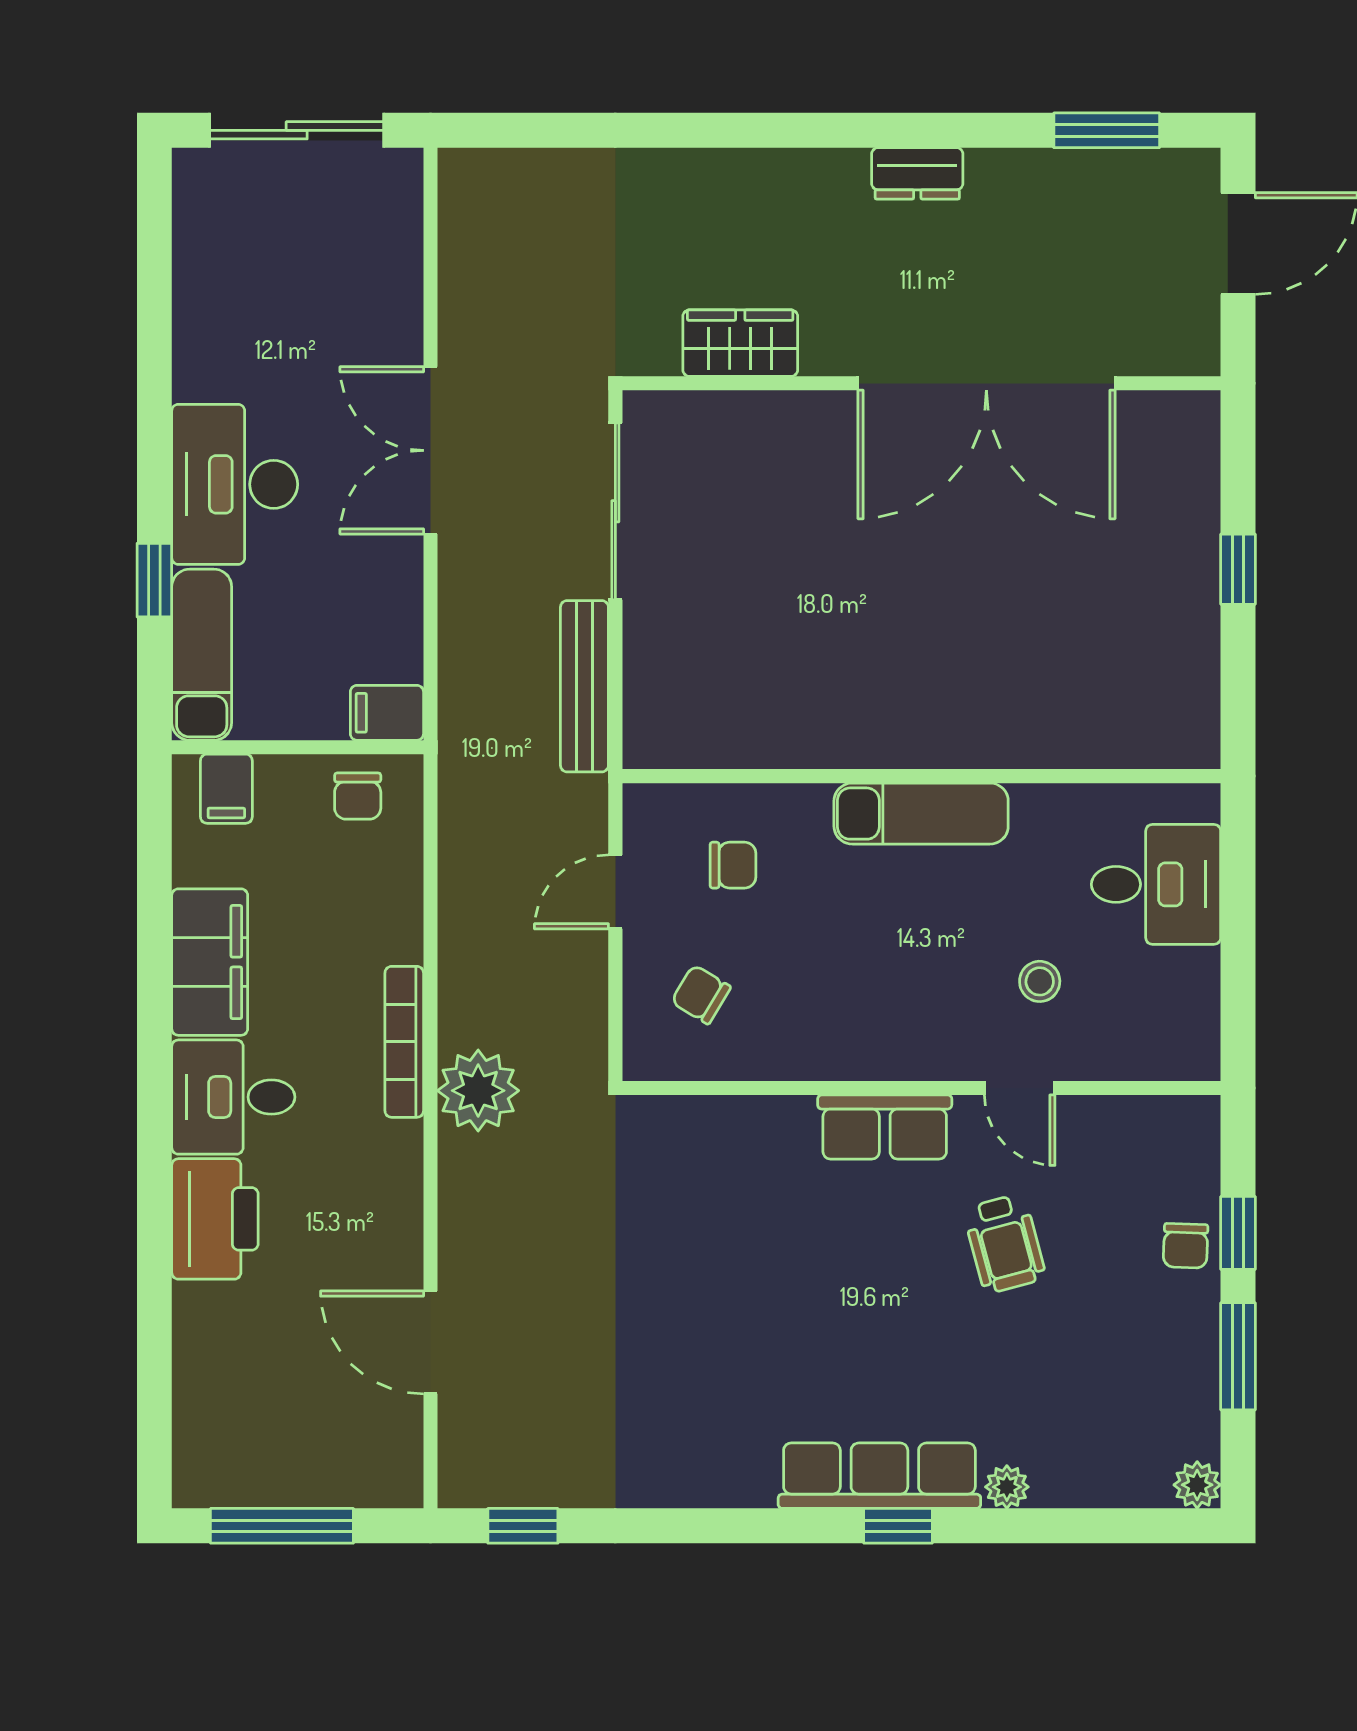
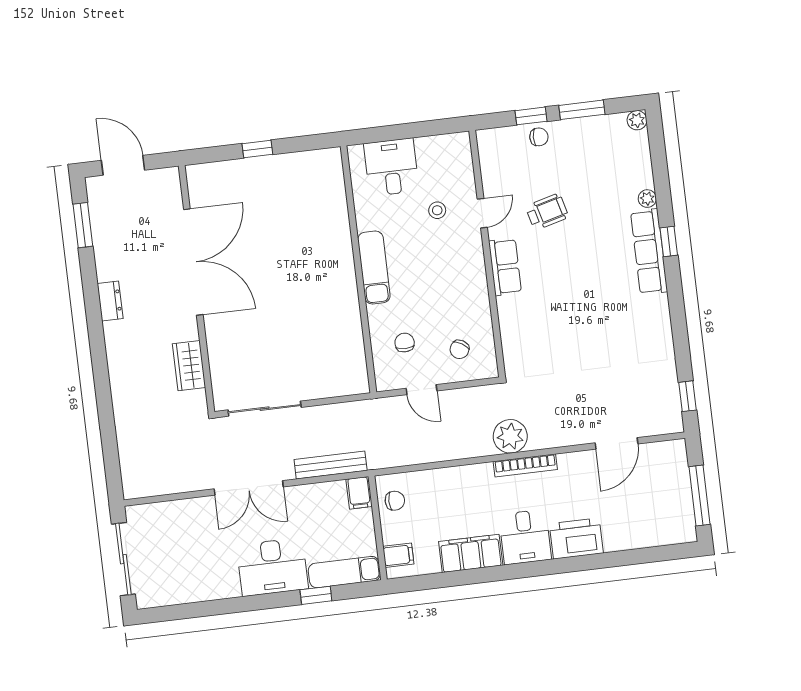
bench: (584, 686) -> (331, 465), moved
bookcase: (404, 1042) -> (525, 465), moved

